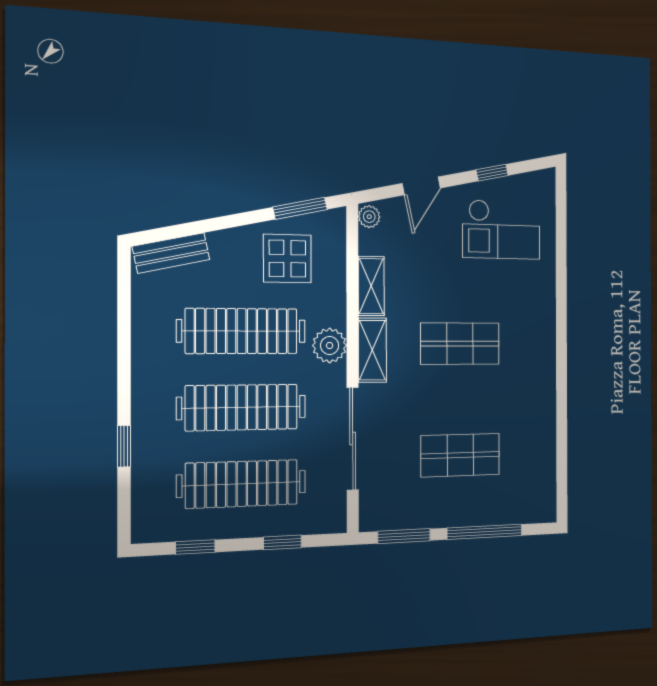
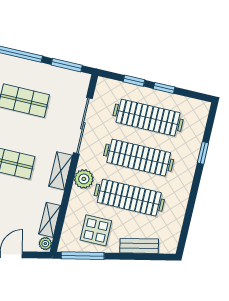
window: (300, 208) -> (83, 256), width x1.44
bench: (171, 253) -> (139, 246), moved
shelving: (371, 286) -> (50, 220), moved
window: (195, 547) -> (164, 88), moved

